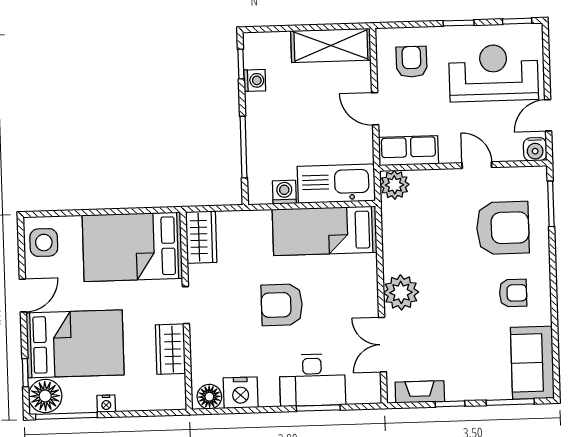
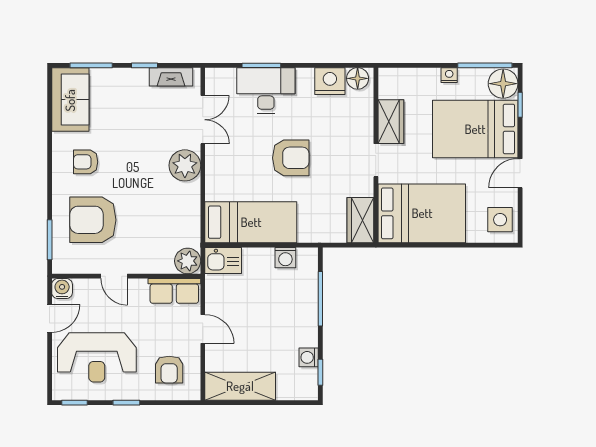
kitchen sink: (336, 184) -> (223, 260), width x0.53, depth x0.81

